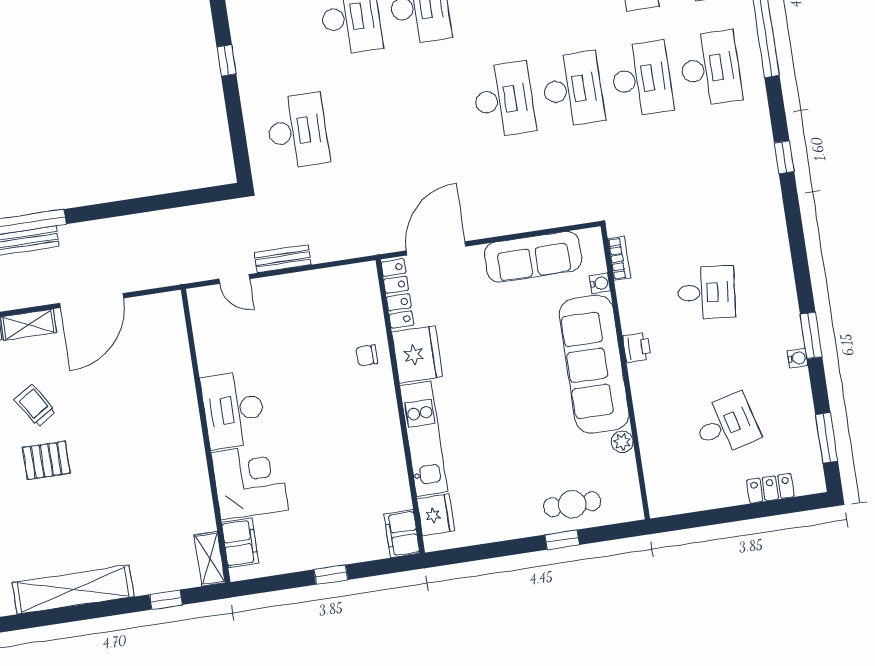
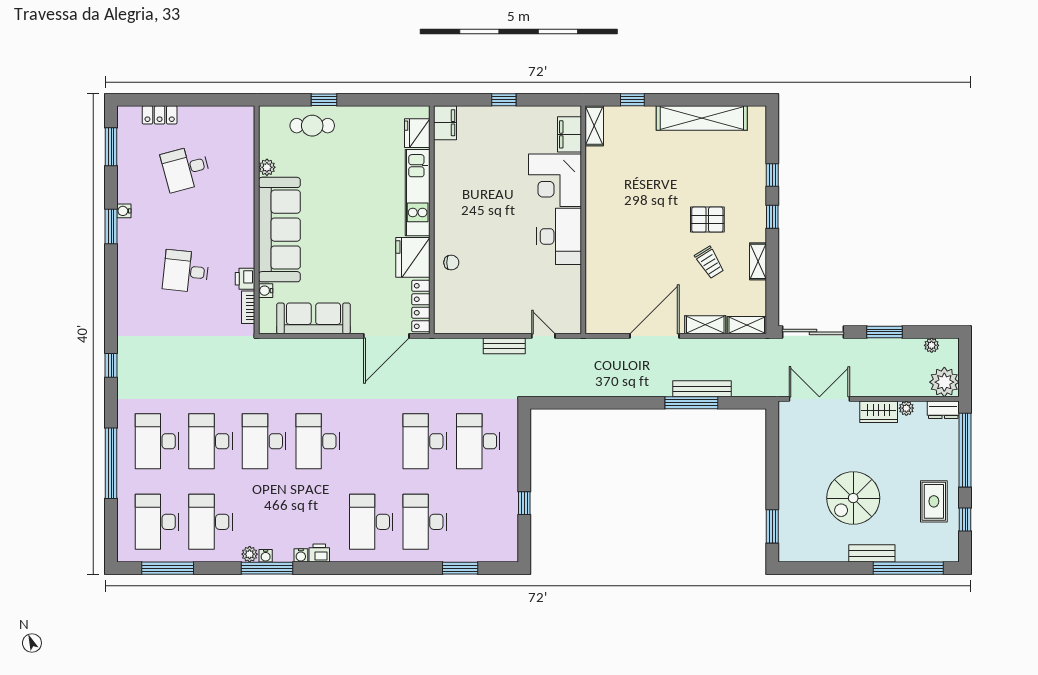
desk: (366, 121) -> (425, 441), added
printer: (637, 348) -> (245, 279), moved

